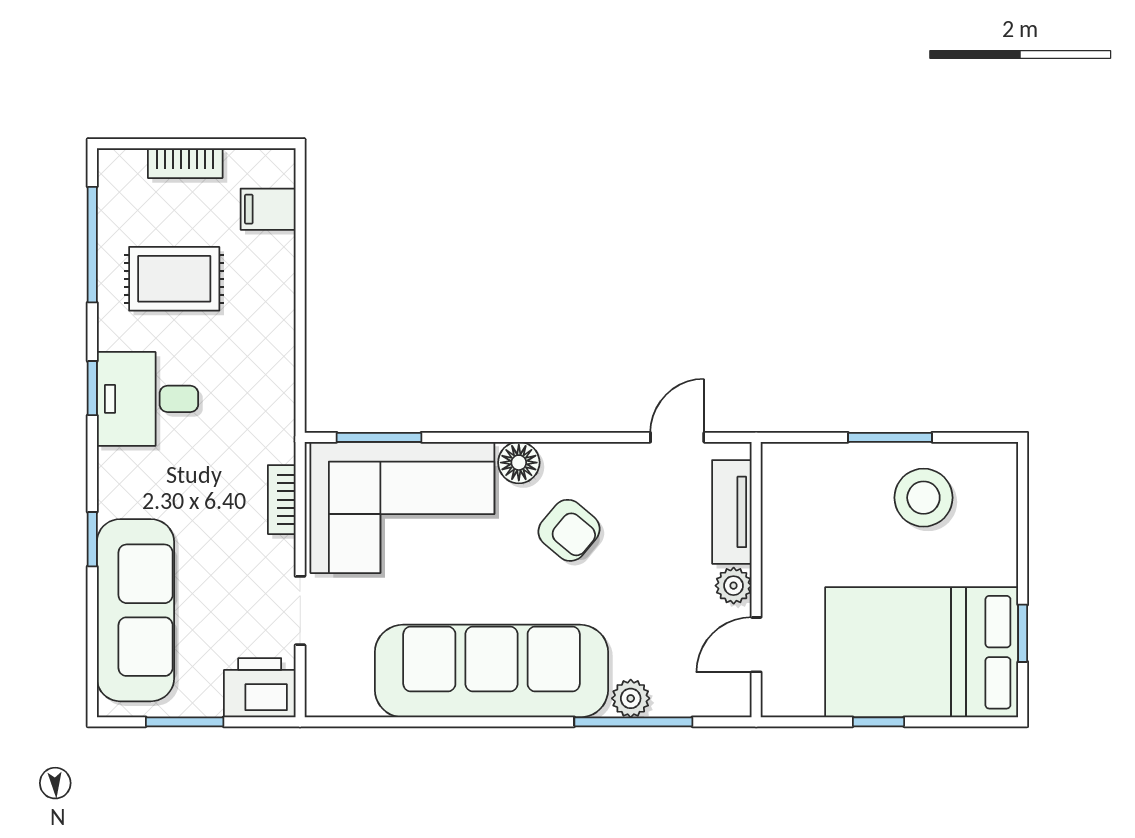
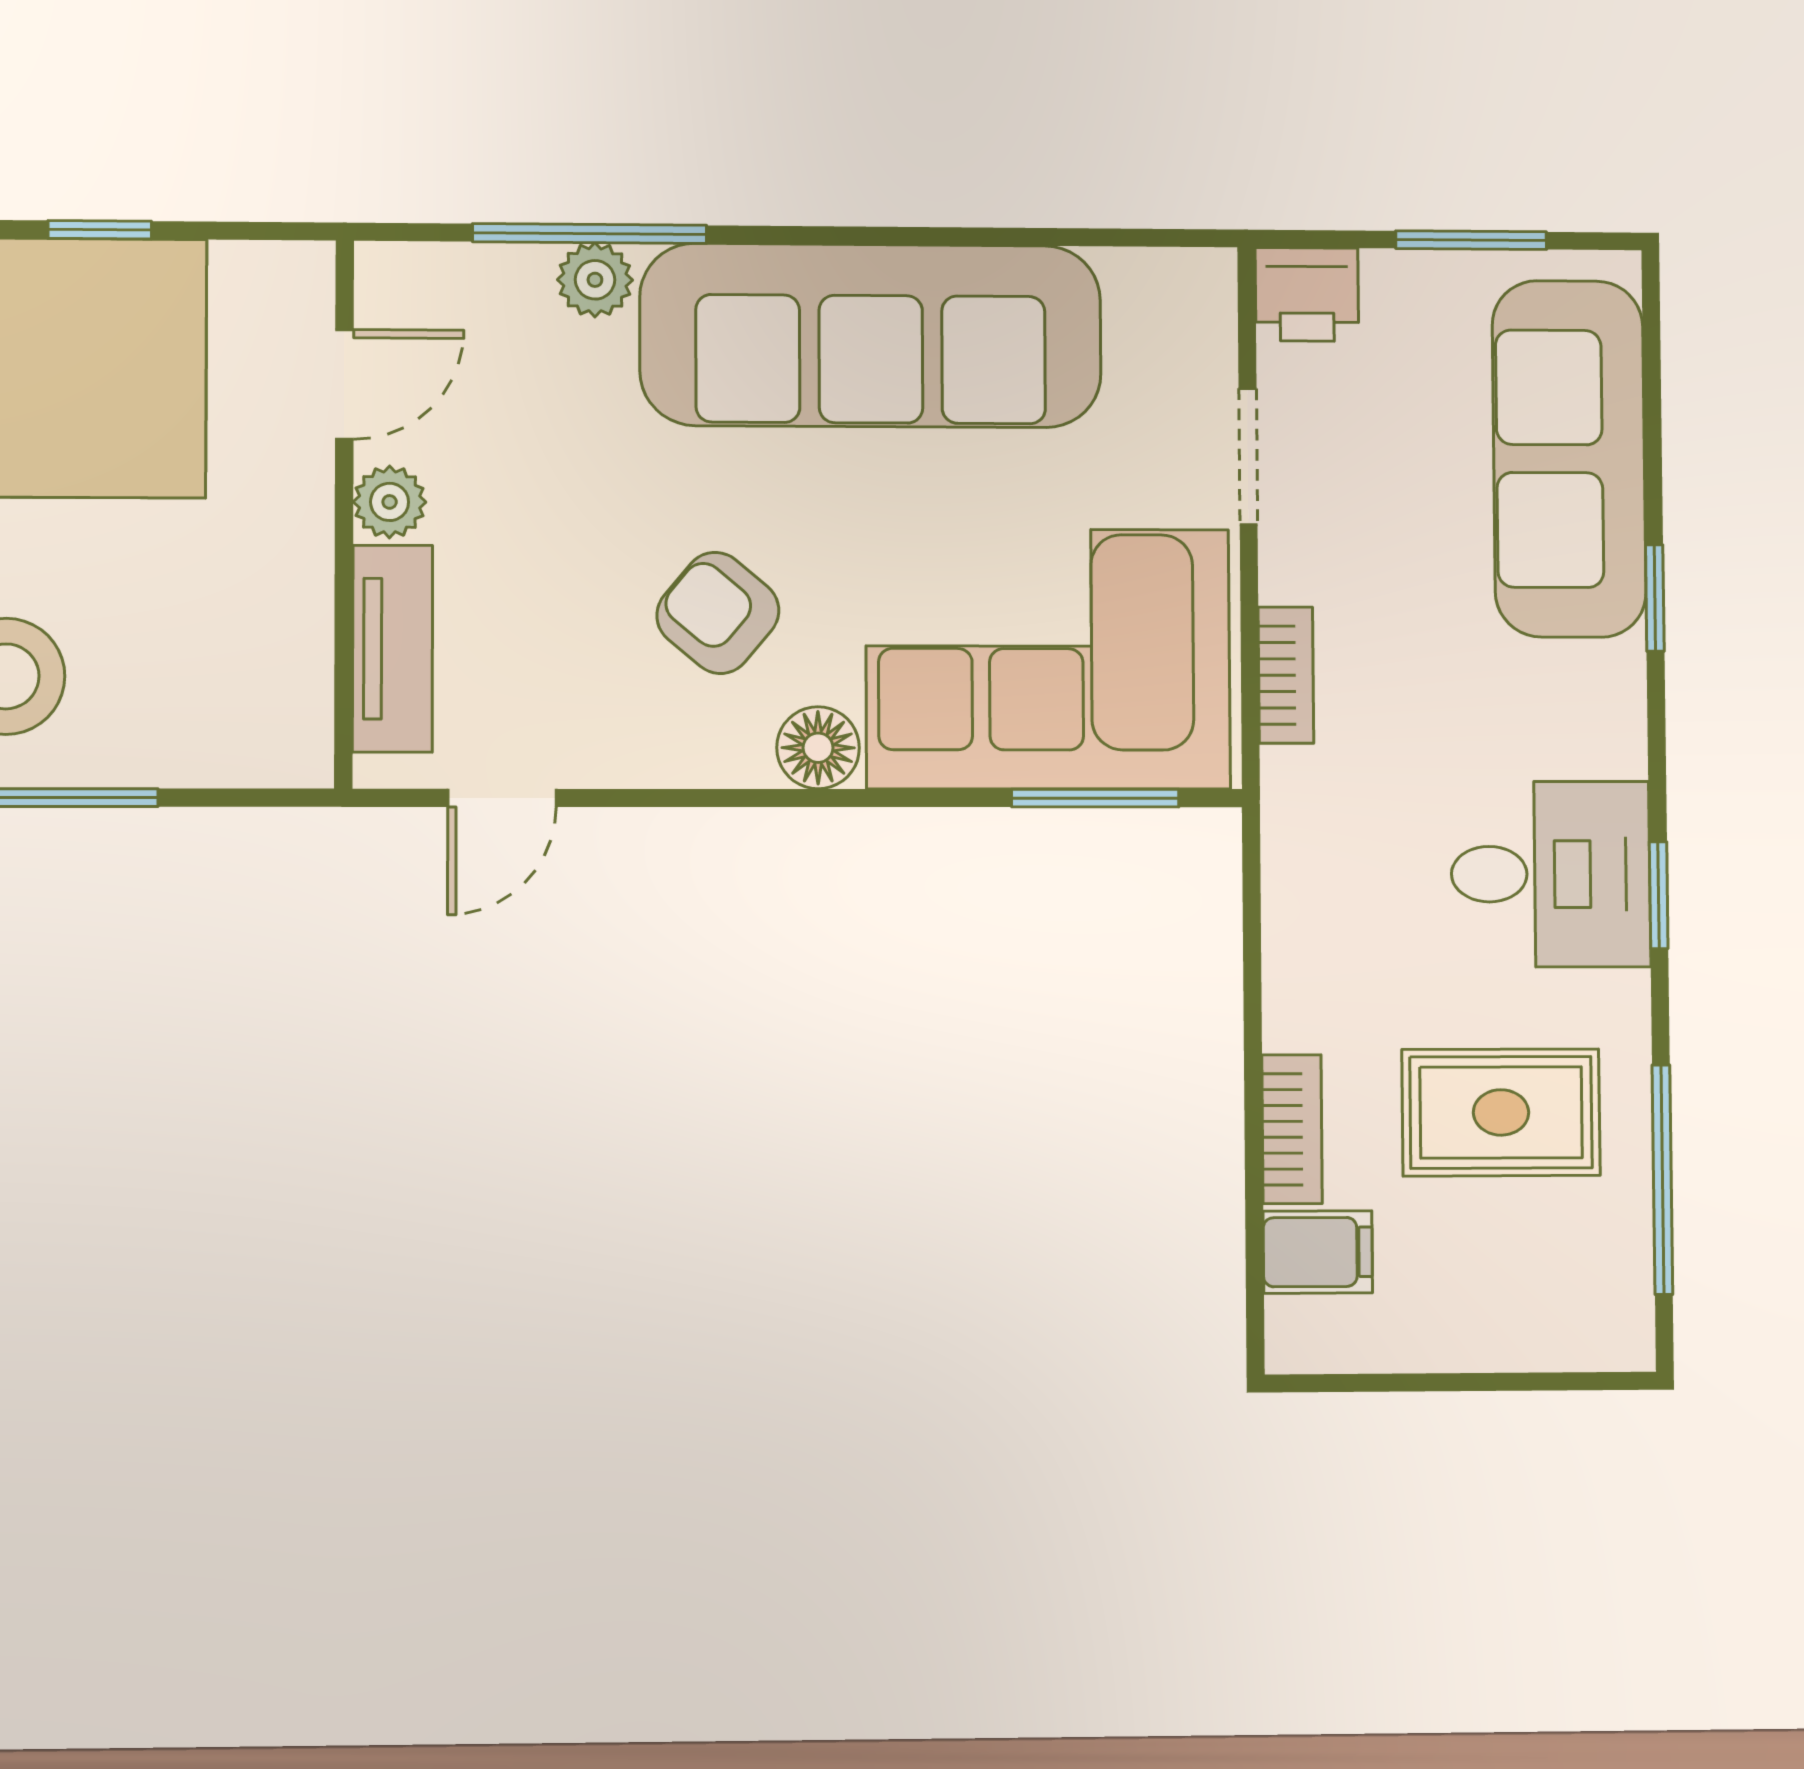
bookcase: (185, 163) -> (1292, 1129), moved, turned 90
printer: (260, 688) -> (1307, 294), width x0.73, depth x0.81

